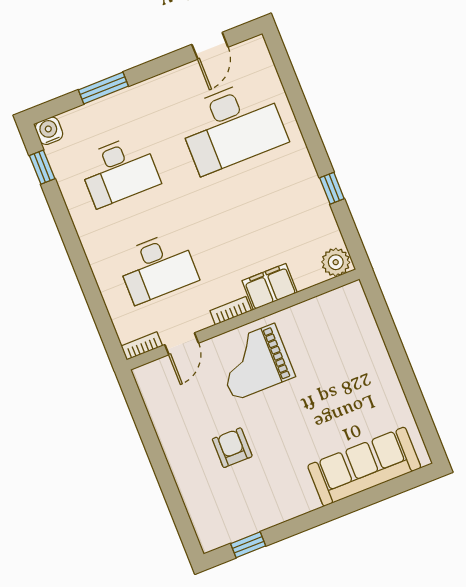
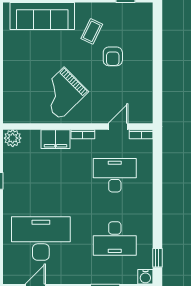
desk: (119, 171) -> (115, 238), turned 180
grand piano: (254, 362) -> (62, 93), moved, turned 135
coffee table: (279, 473) -> (92, 31), added

